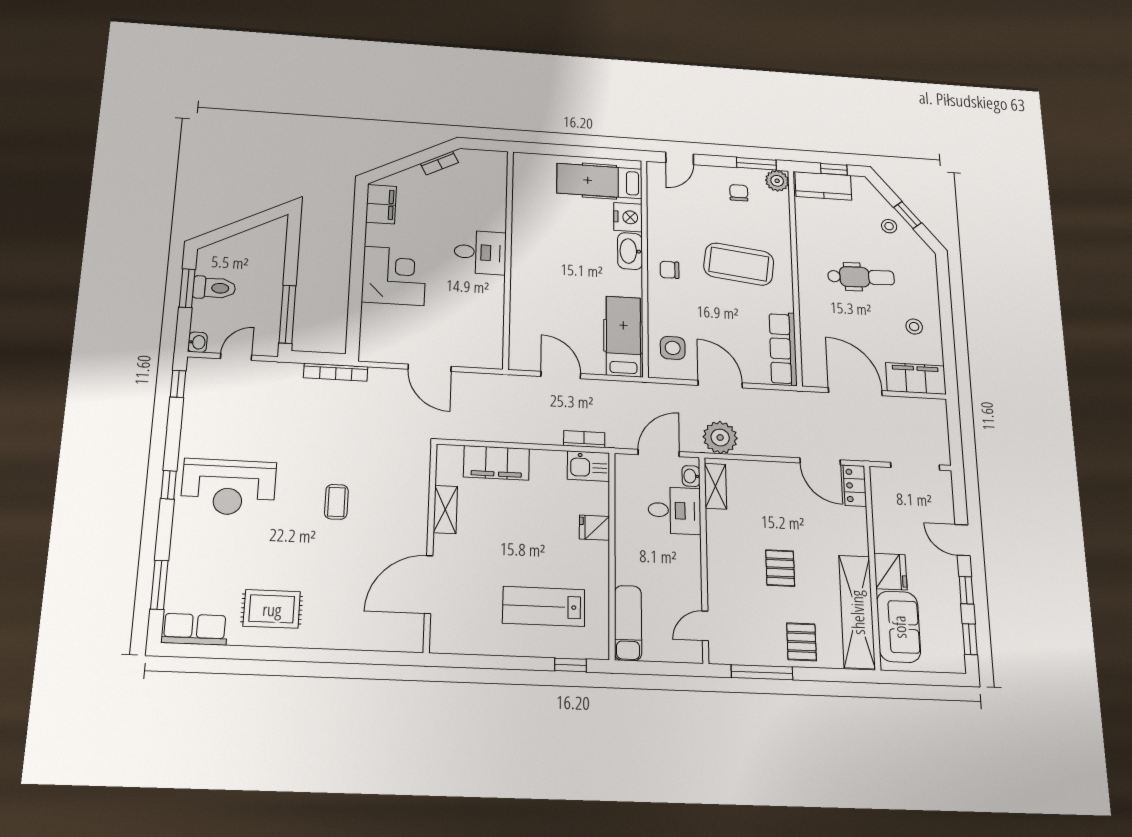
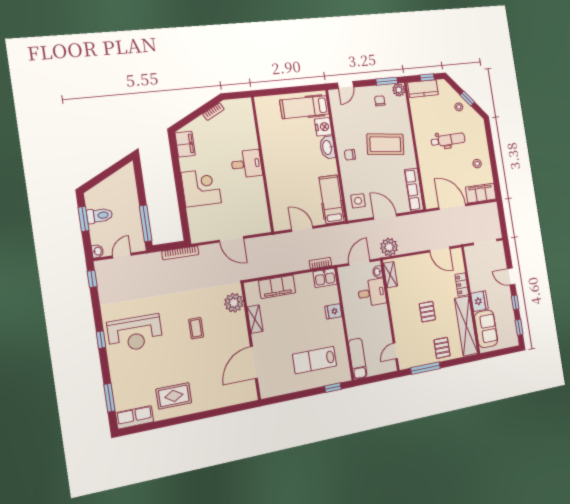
plant: (413, 473) -> (234, 303), added
locker: (855, 486) -> (462, 284), moved

